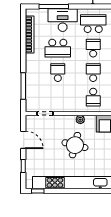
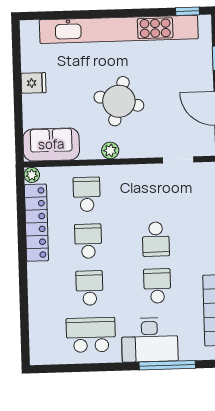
school desk: (93, 24) -> (91, 335), turned 180
school desk: (58, 48) -> (157, 286), width x0.54
school desk: (93, 48) -> (90, 288), turned 180
school desk: (93, 73) -> (88, 241), turned 180

